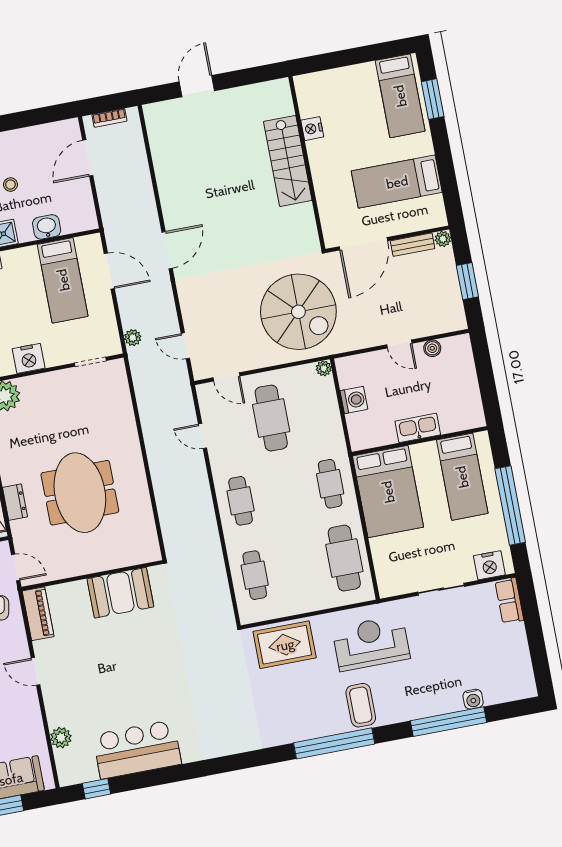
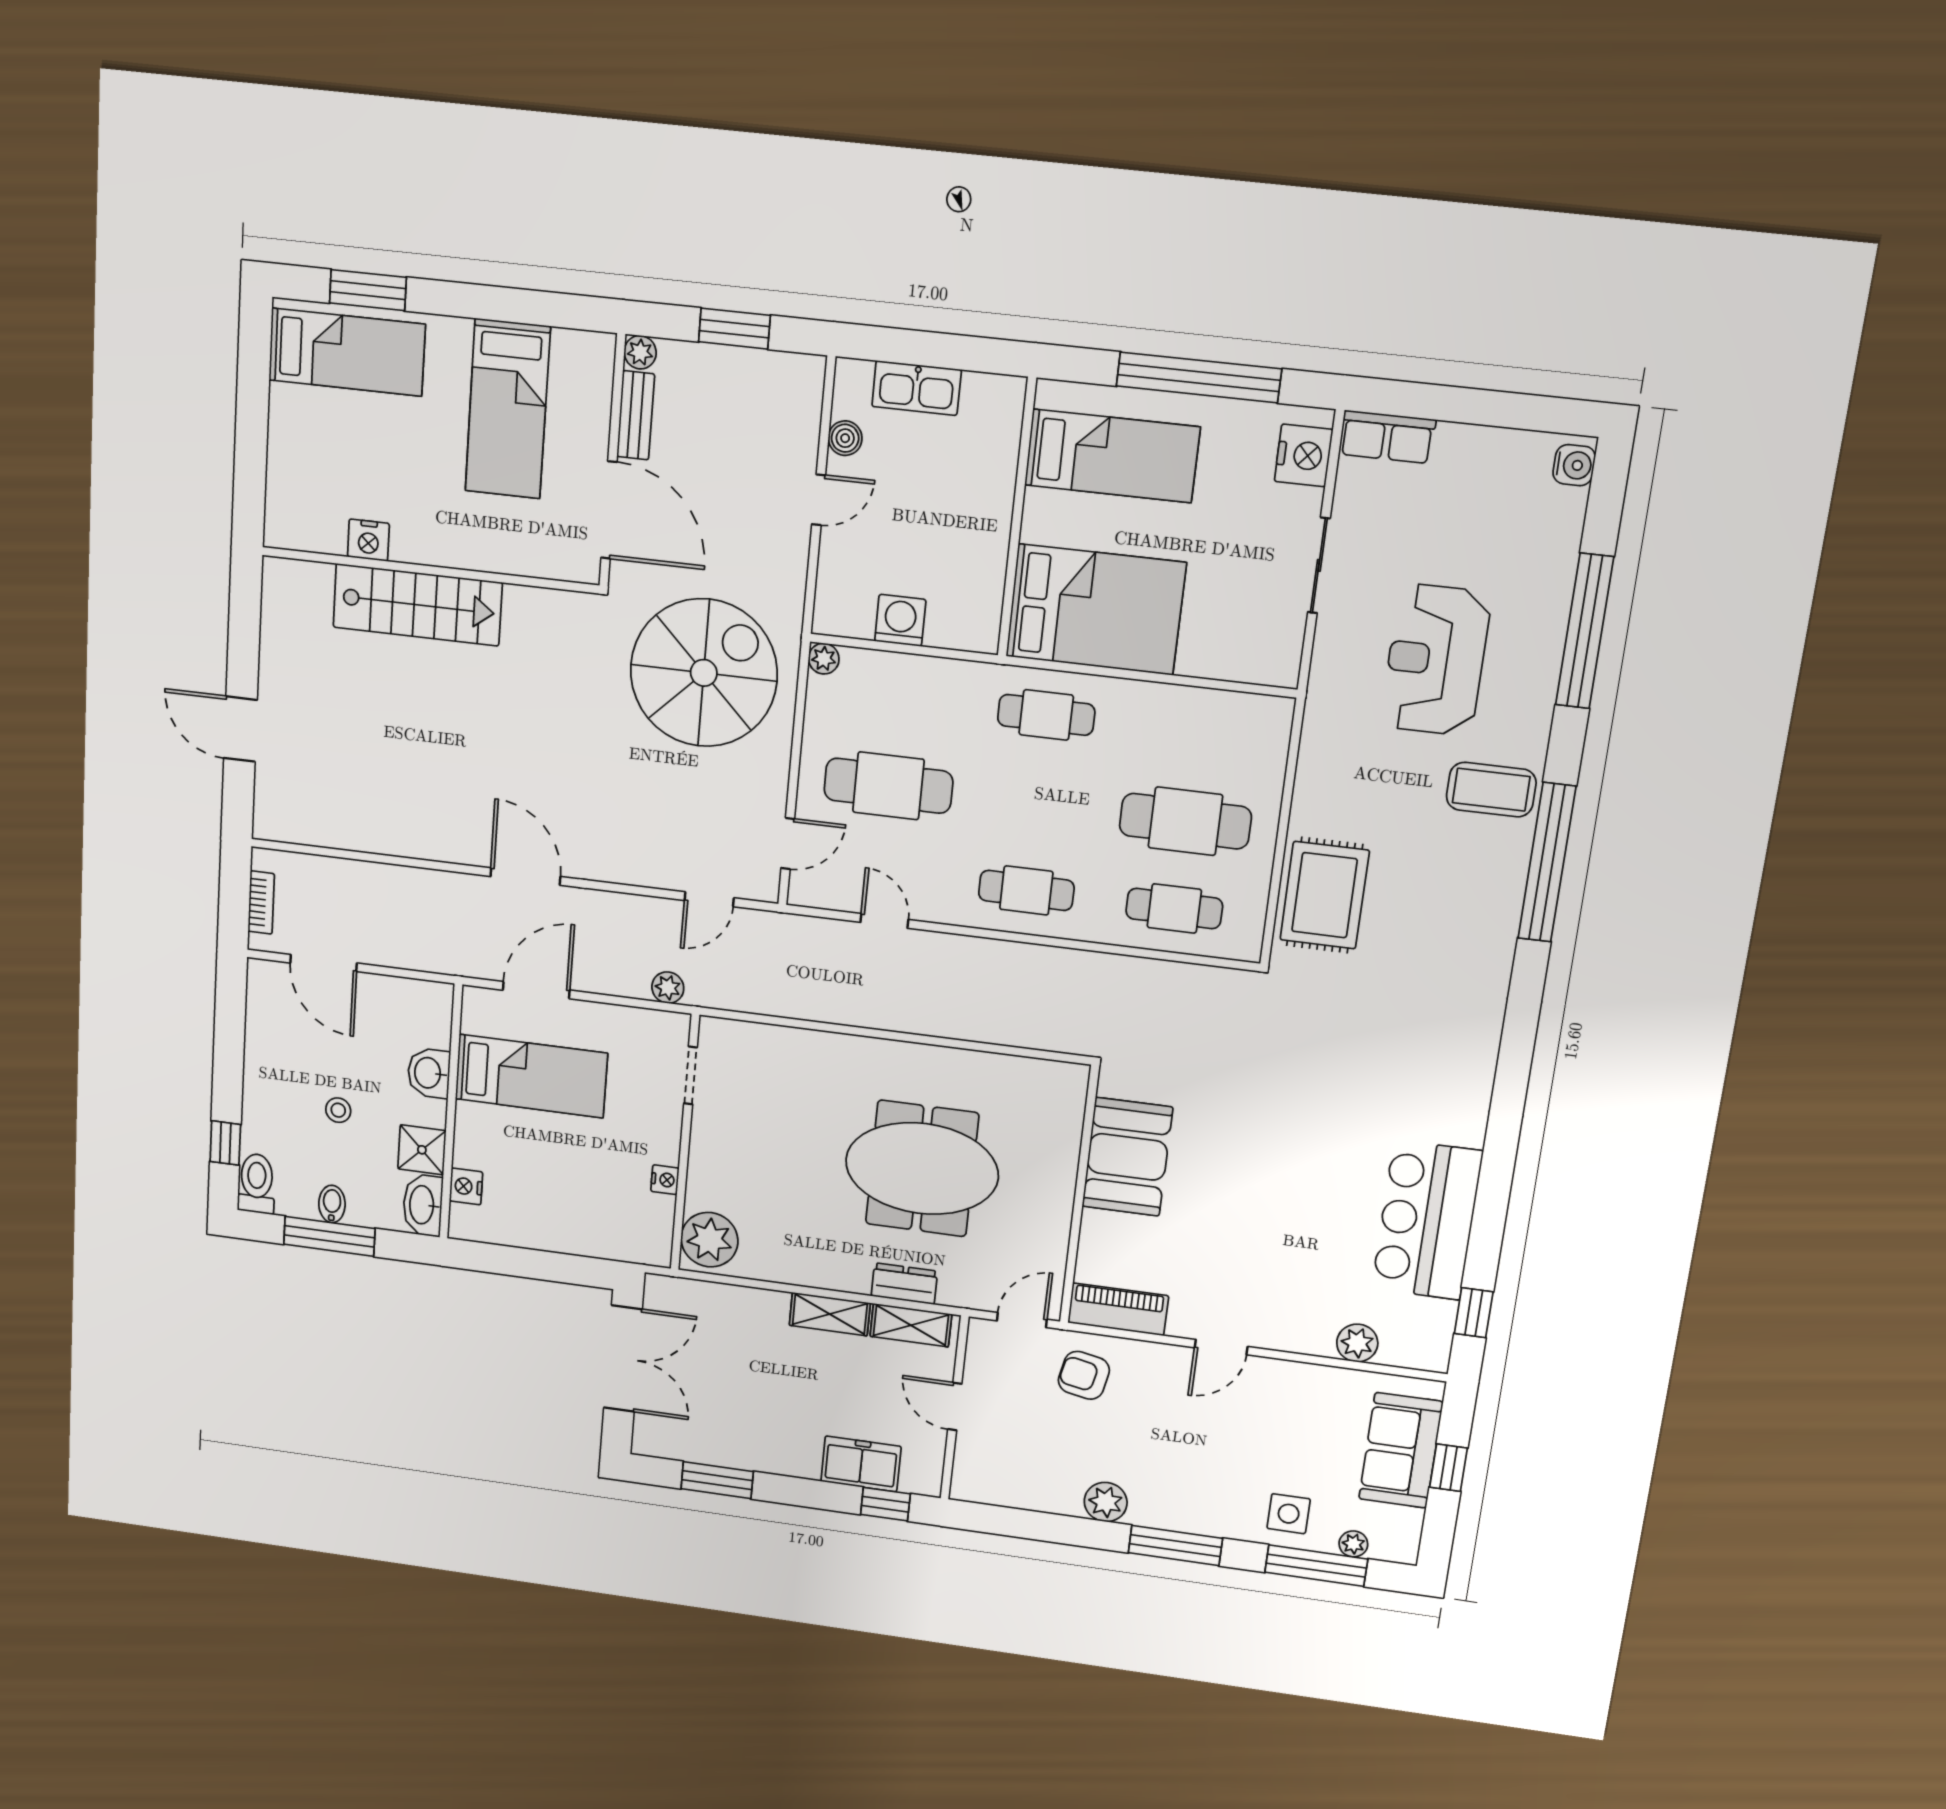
nightstand: (29, 358) -> (665, 1180), width x0.53, depth x0.56
kitchen sink: (418, 428) -> (917, 388), moved, turned -90
door: (203, 436) -> (884, 921), swing flipped
cafe table: (344, 558) -> (1185, 821), moved
reception desk: (371, 643) -> (1436, 660), moved
water cooler: (473, 699) -> (1574, 465), moved

